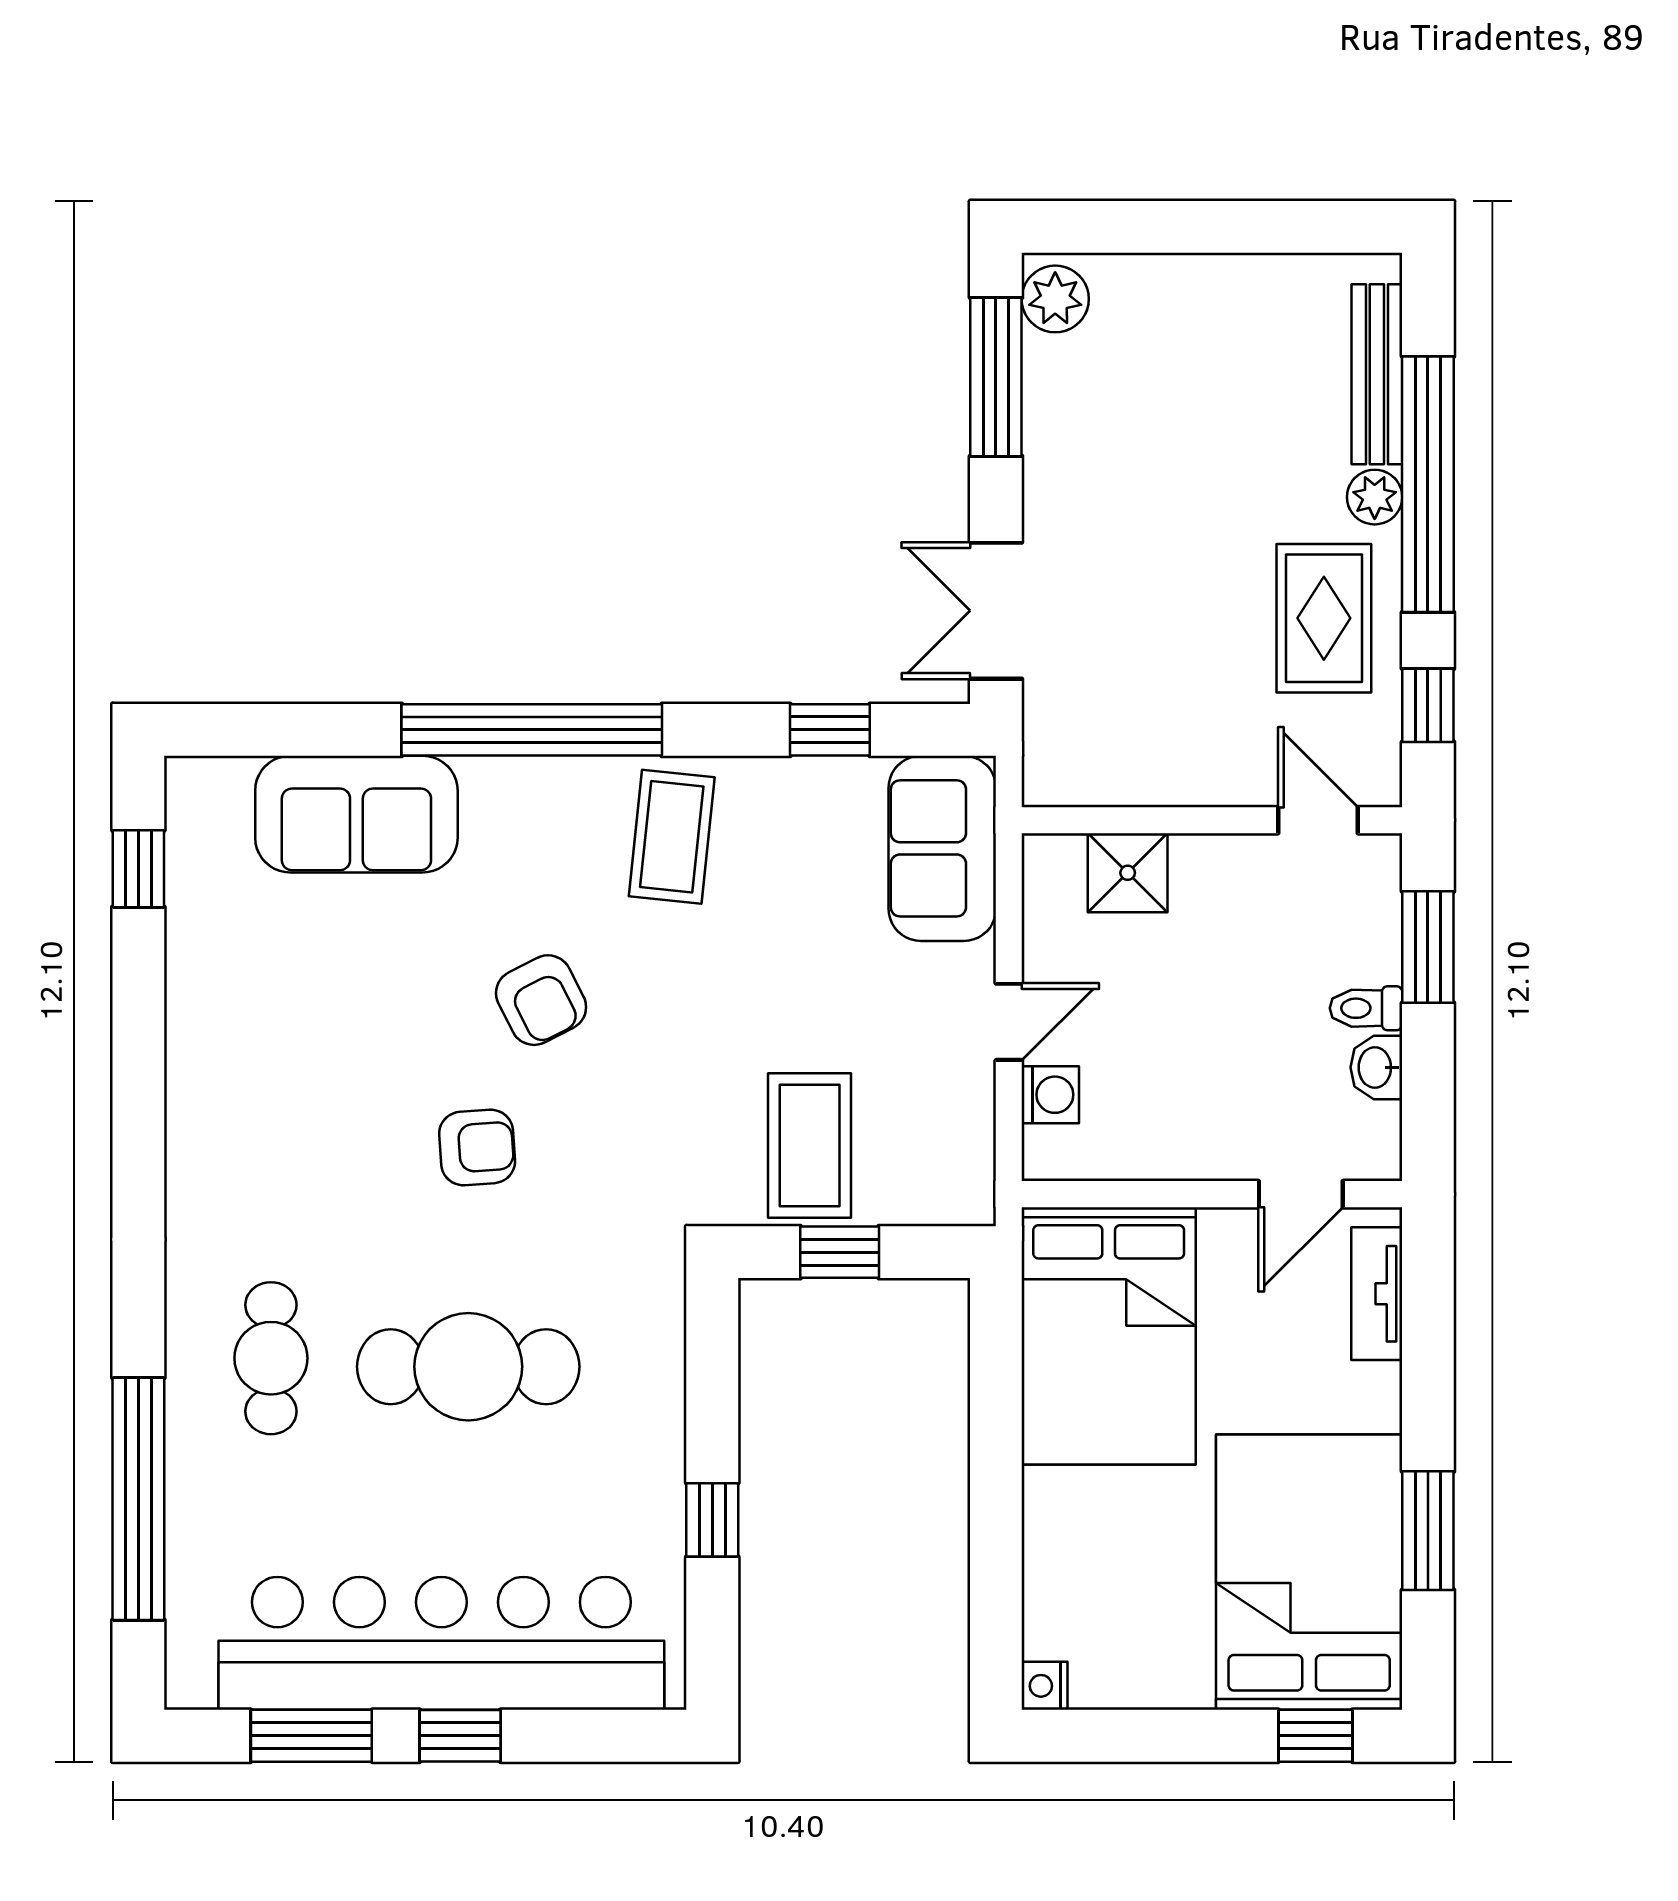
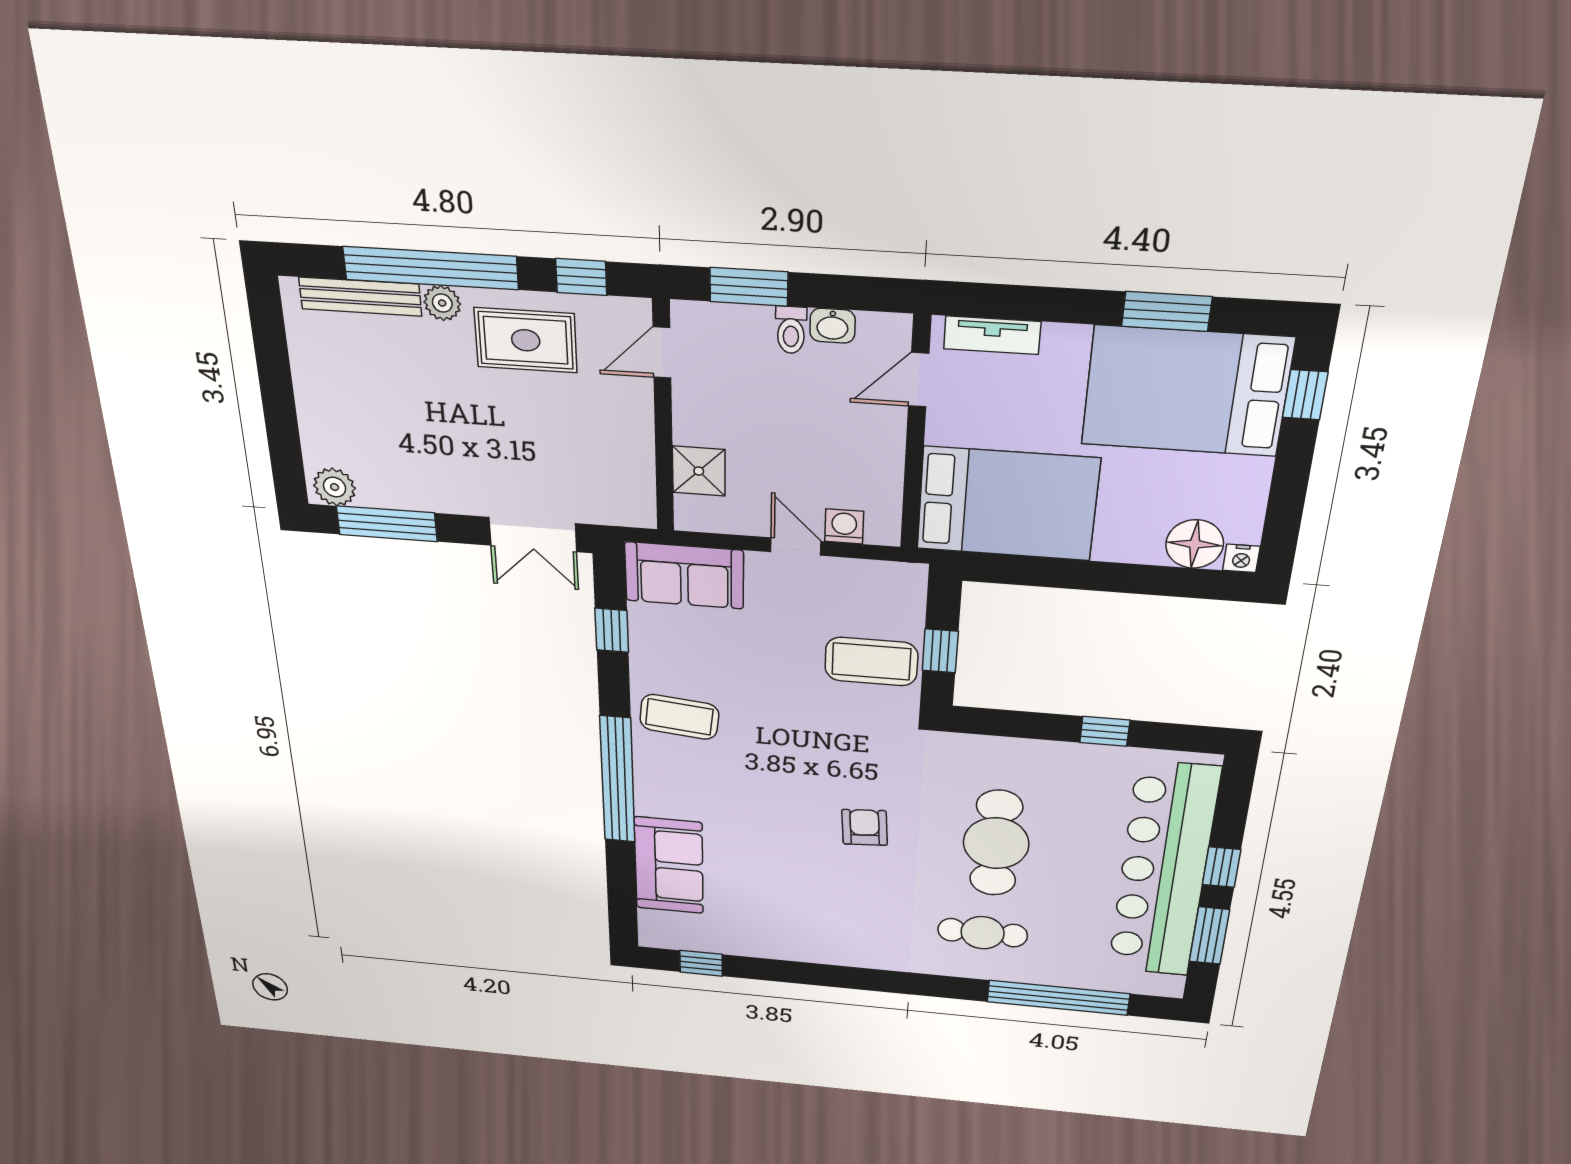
armchair: (541, 1000) -> (778, 789), removed
door: (1301, 1194) -> (919, 380), swing flipped
floor lamp: (1063, 1615) -> (1195, 544), added

